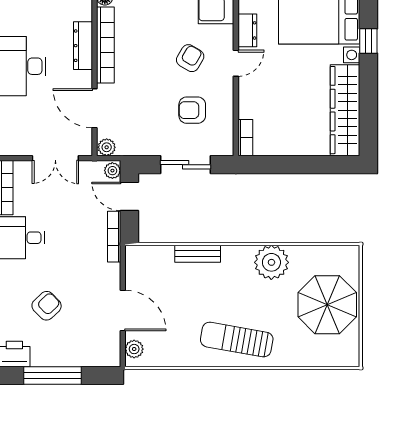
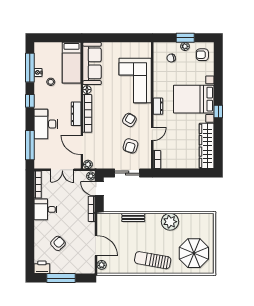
door: (236, 63) -> (152, 134), moved
armchair: (192, 110) -> (131, 146), turned -73
parasol: (327, 305) -> (194, 253), moved

